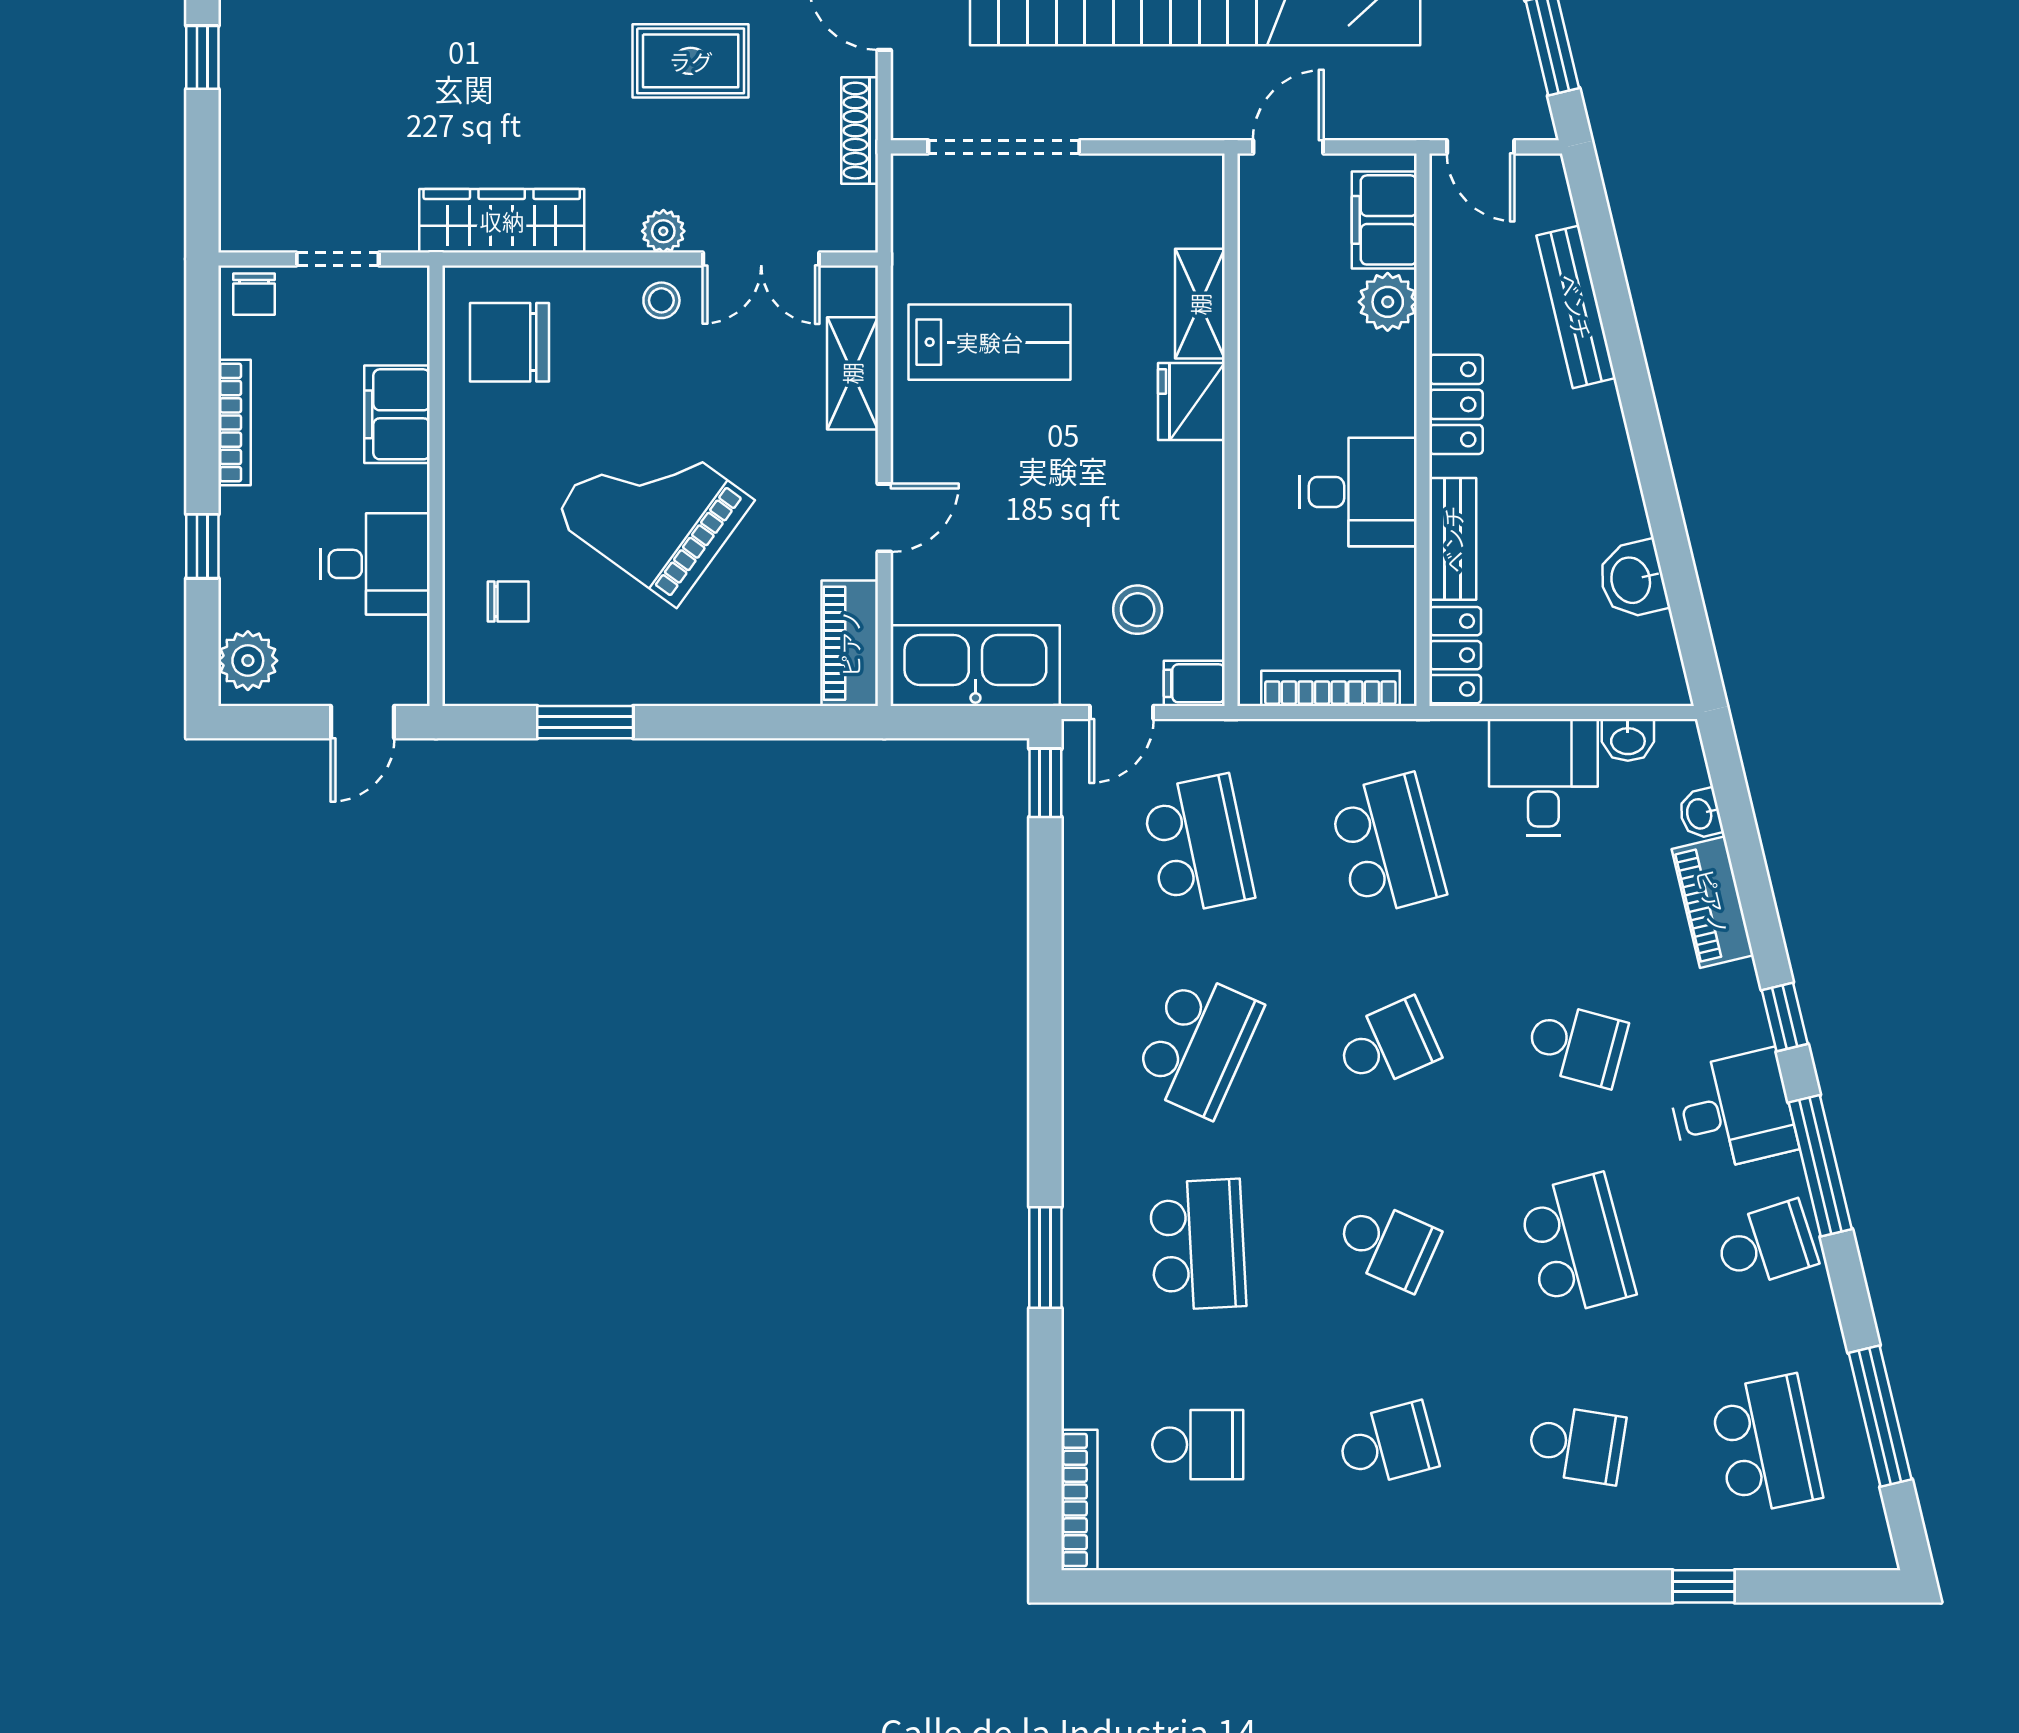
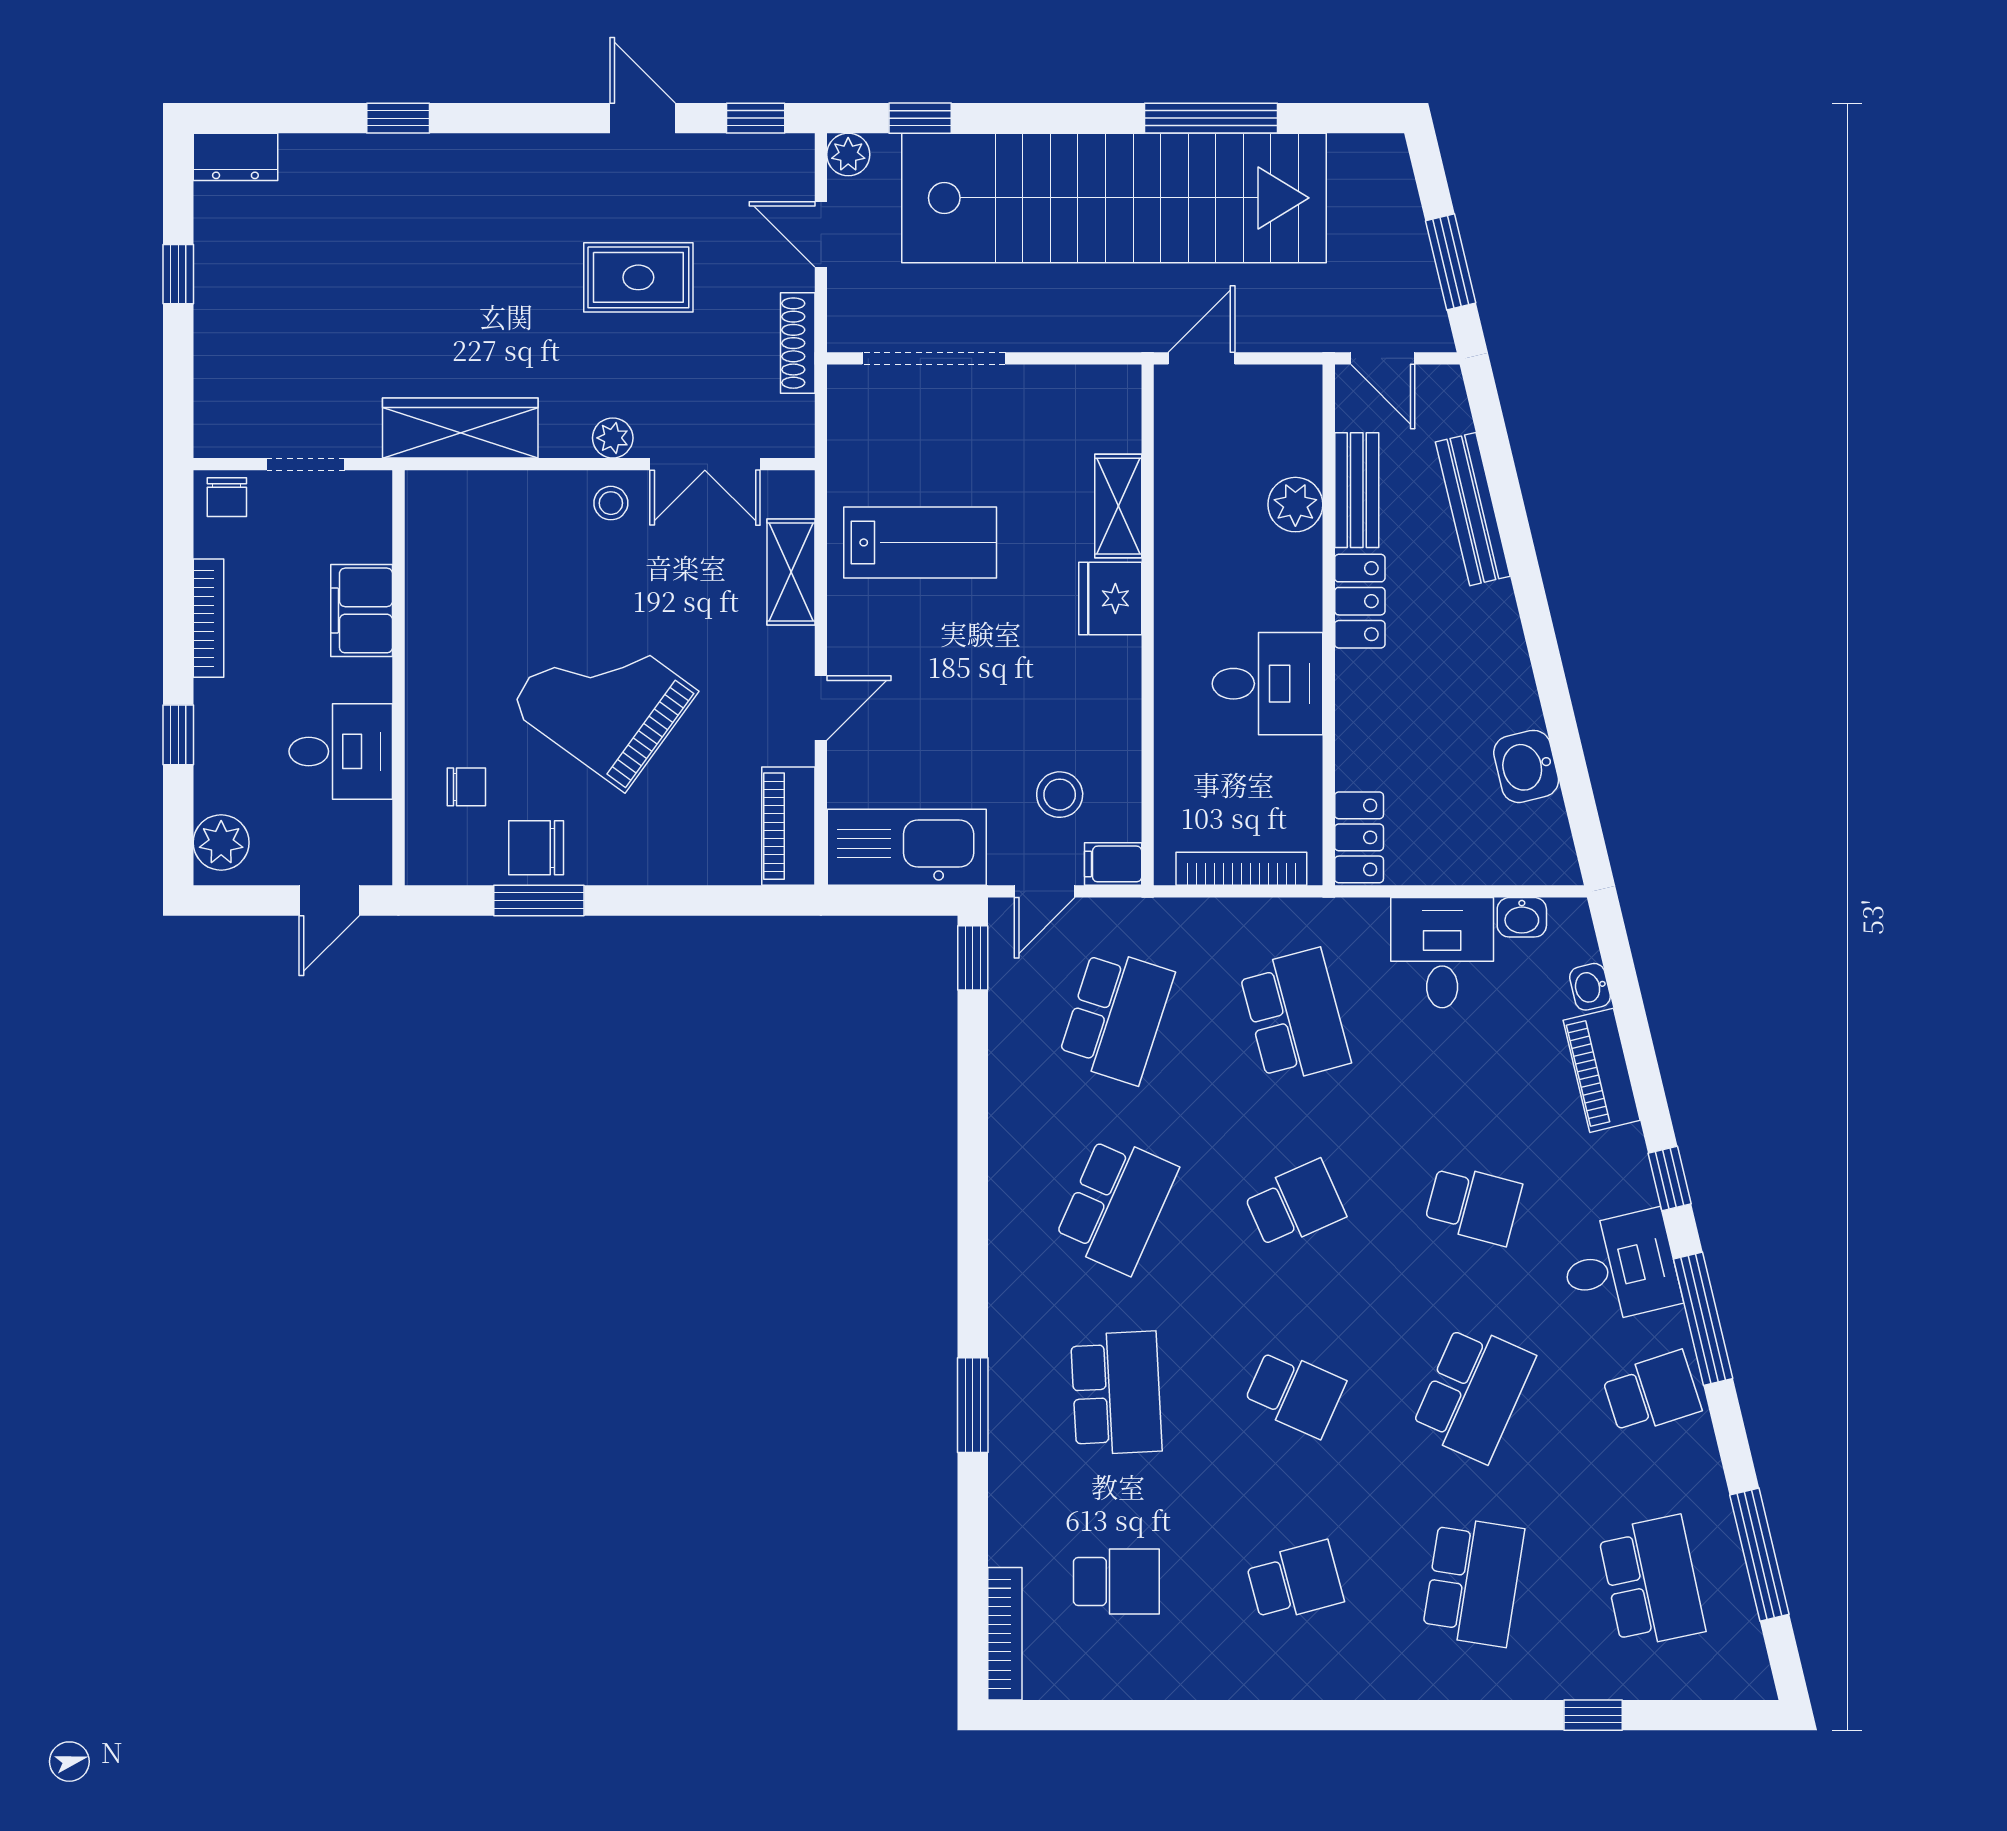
filing cabinet: (1384, 220) -> (1292, 427), removed
chair: (510, 342) -> (536, 848), moved, width x0.73, depth x0.73
bench: (1453, 539) -> (1357, 490), moved
school desk: (1198, 845) -> (1116, 1016), turned 30
school desk: (1576, 1245) -> (1473, 1393), turned 39
school desk: (1576, 1445) -> (1473, 1581), width x1.85

